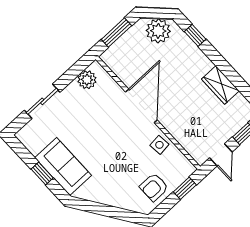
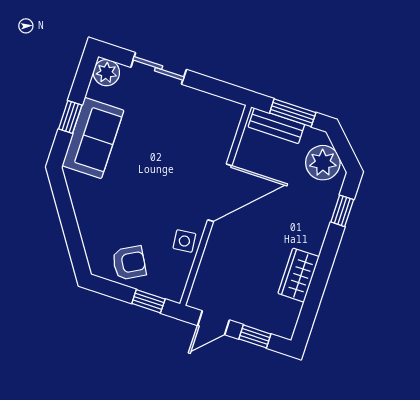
bench: (119, 47) -> (276, 126), added
plant: (87, 80) -> (106, 73), moved
armchair: (154, 187) -> (129, 263), turned 151

